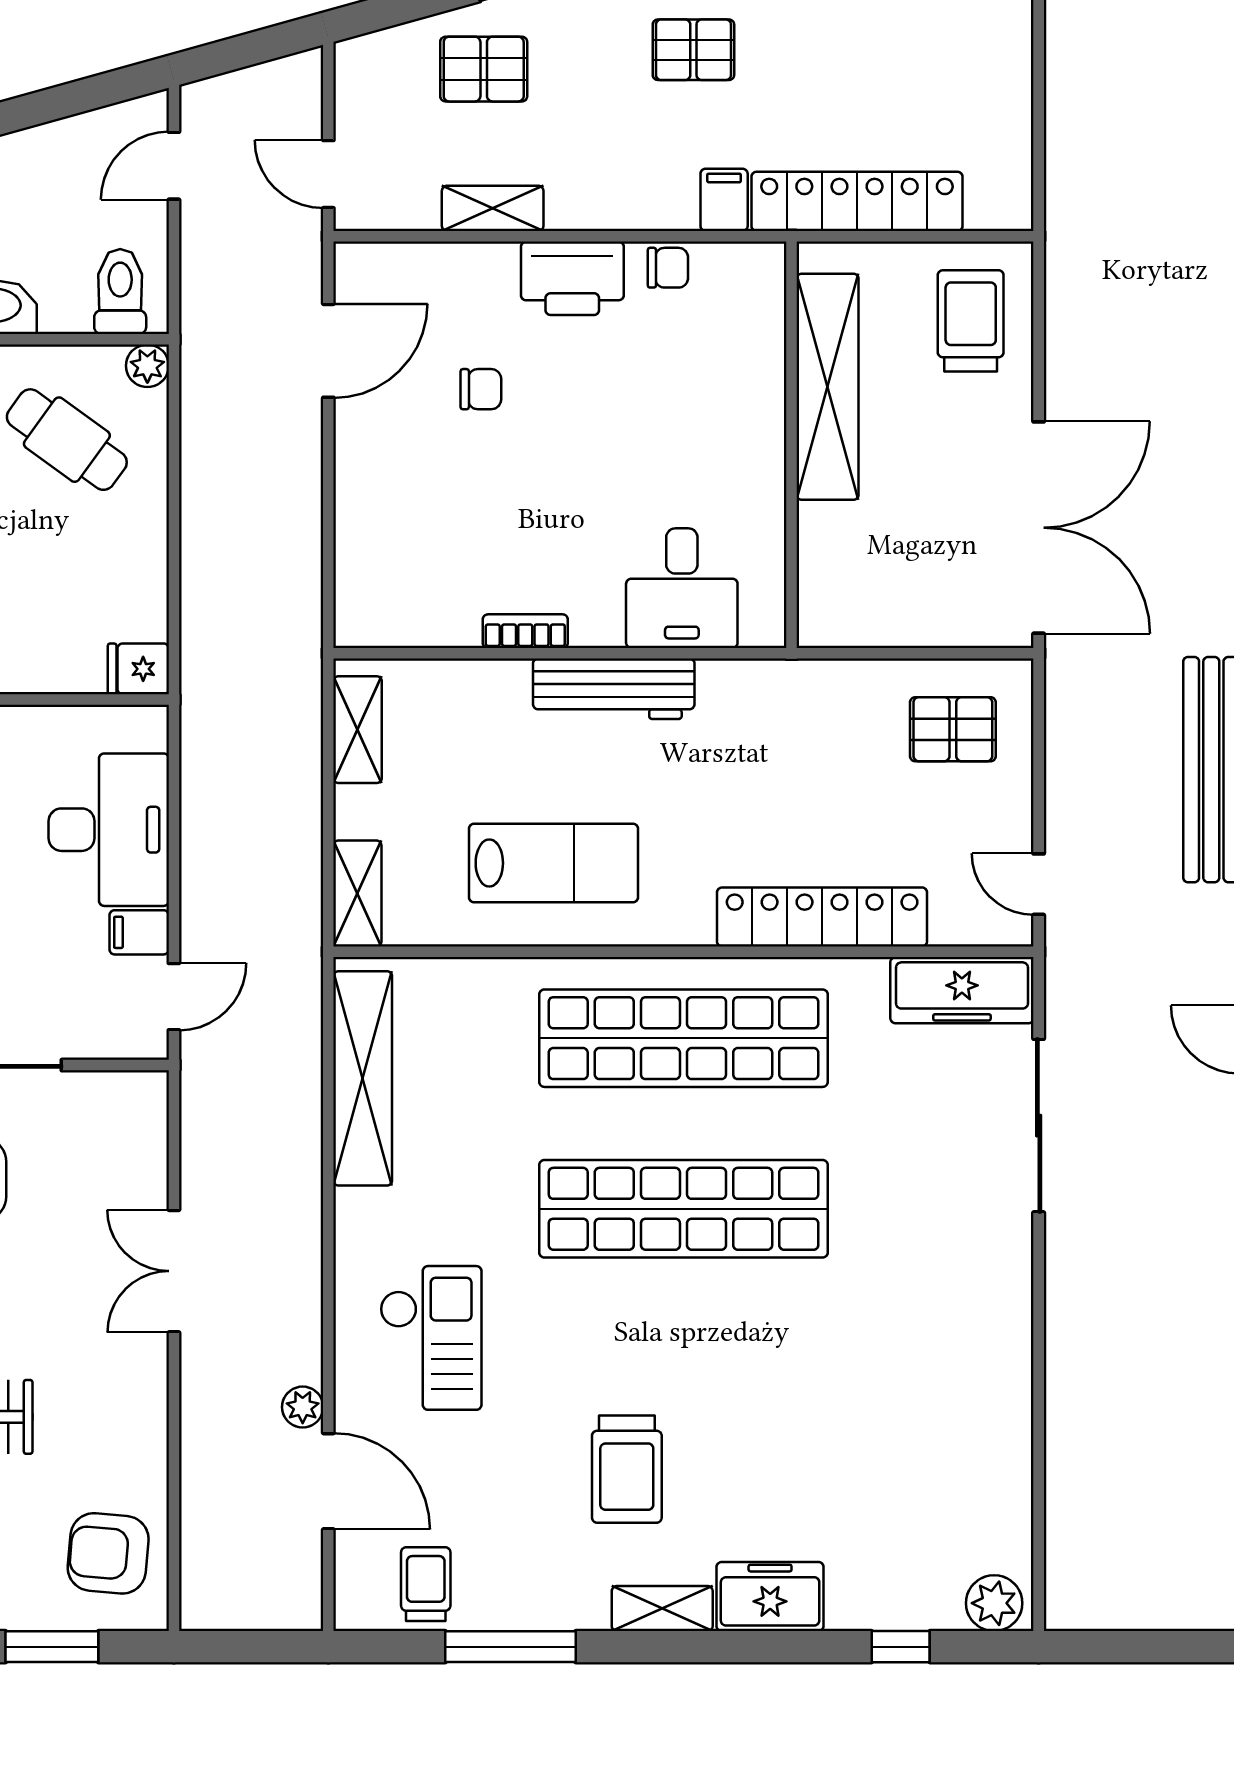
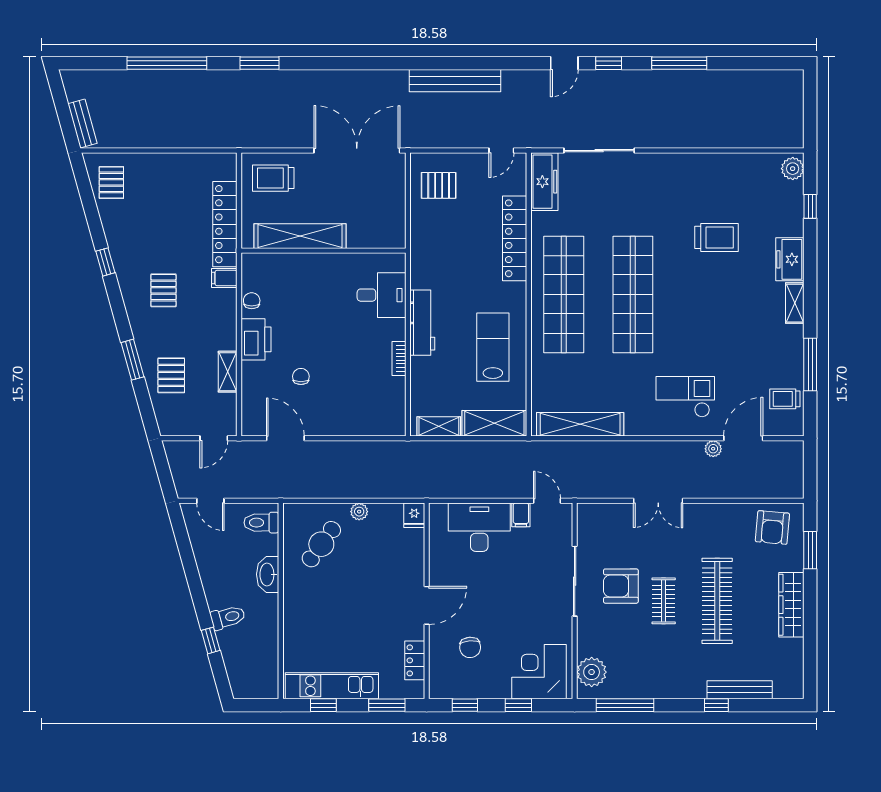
plant: (147, 366) -> (359, 512), moved
pallet: (953, 729) -> (439, 185), turned 90
shelving: (357, 894) -> (494, 423), width x1.50, depth x1.33
trolley: (627, 1469) -> (716, 237), moved

